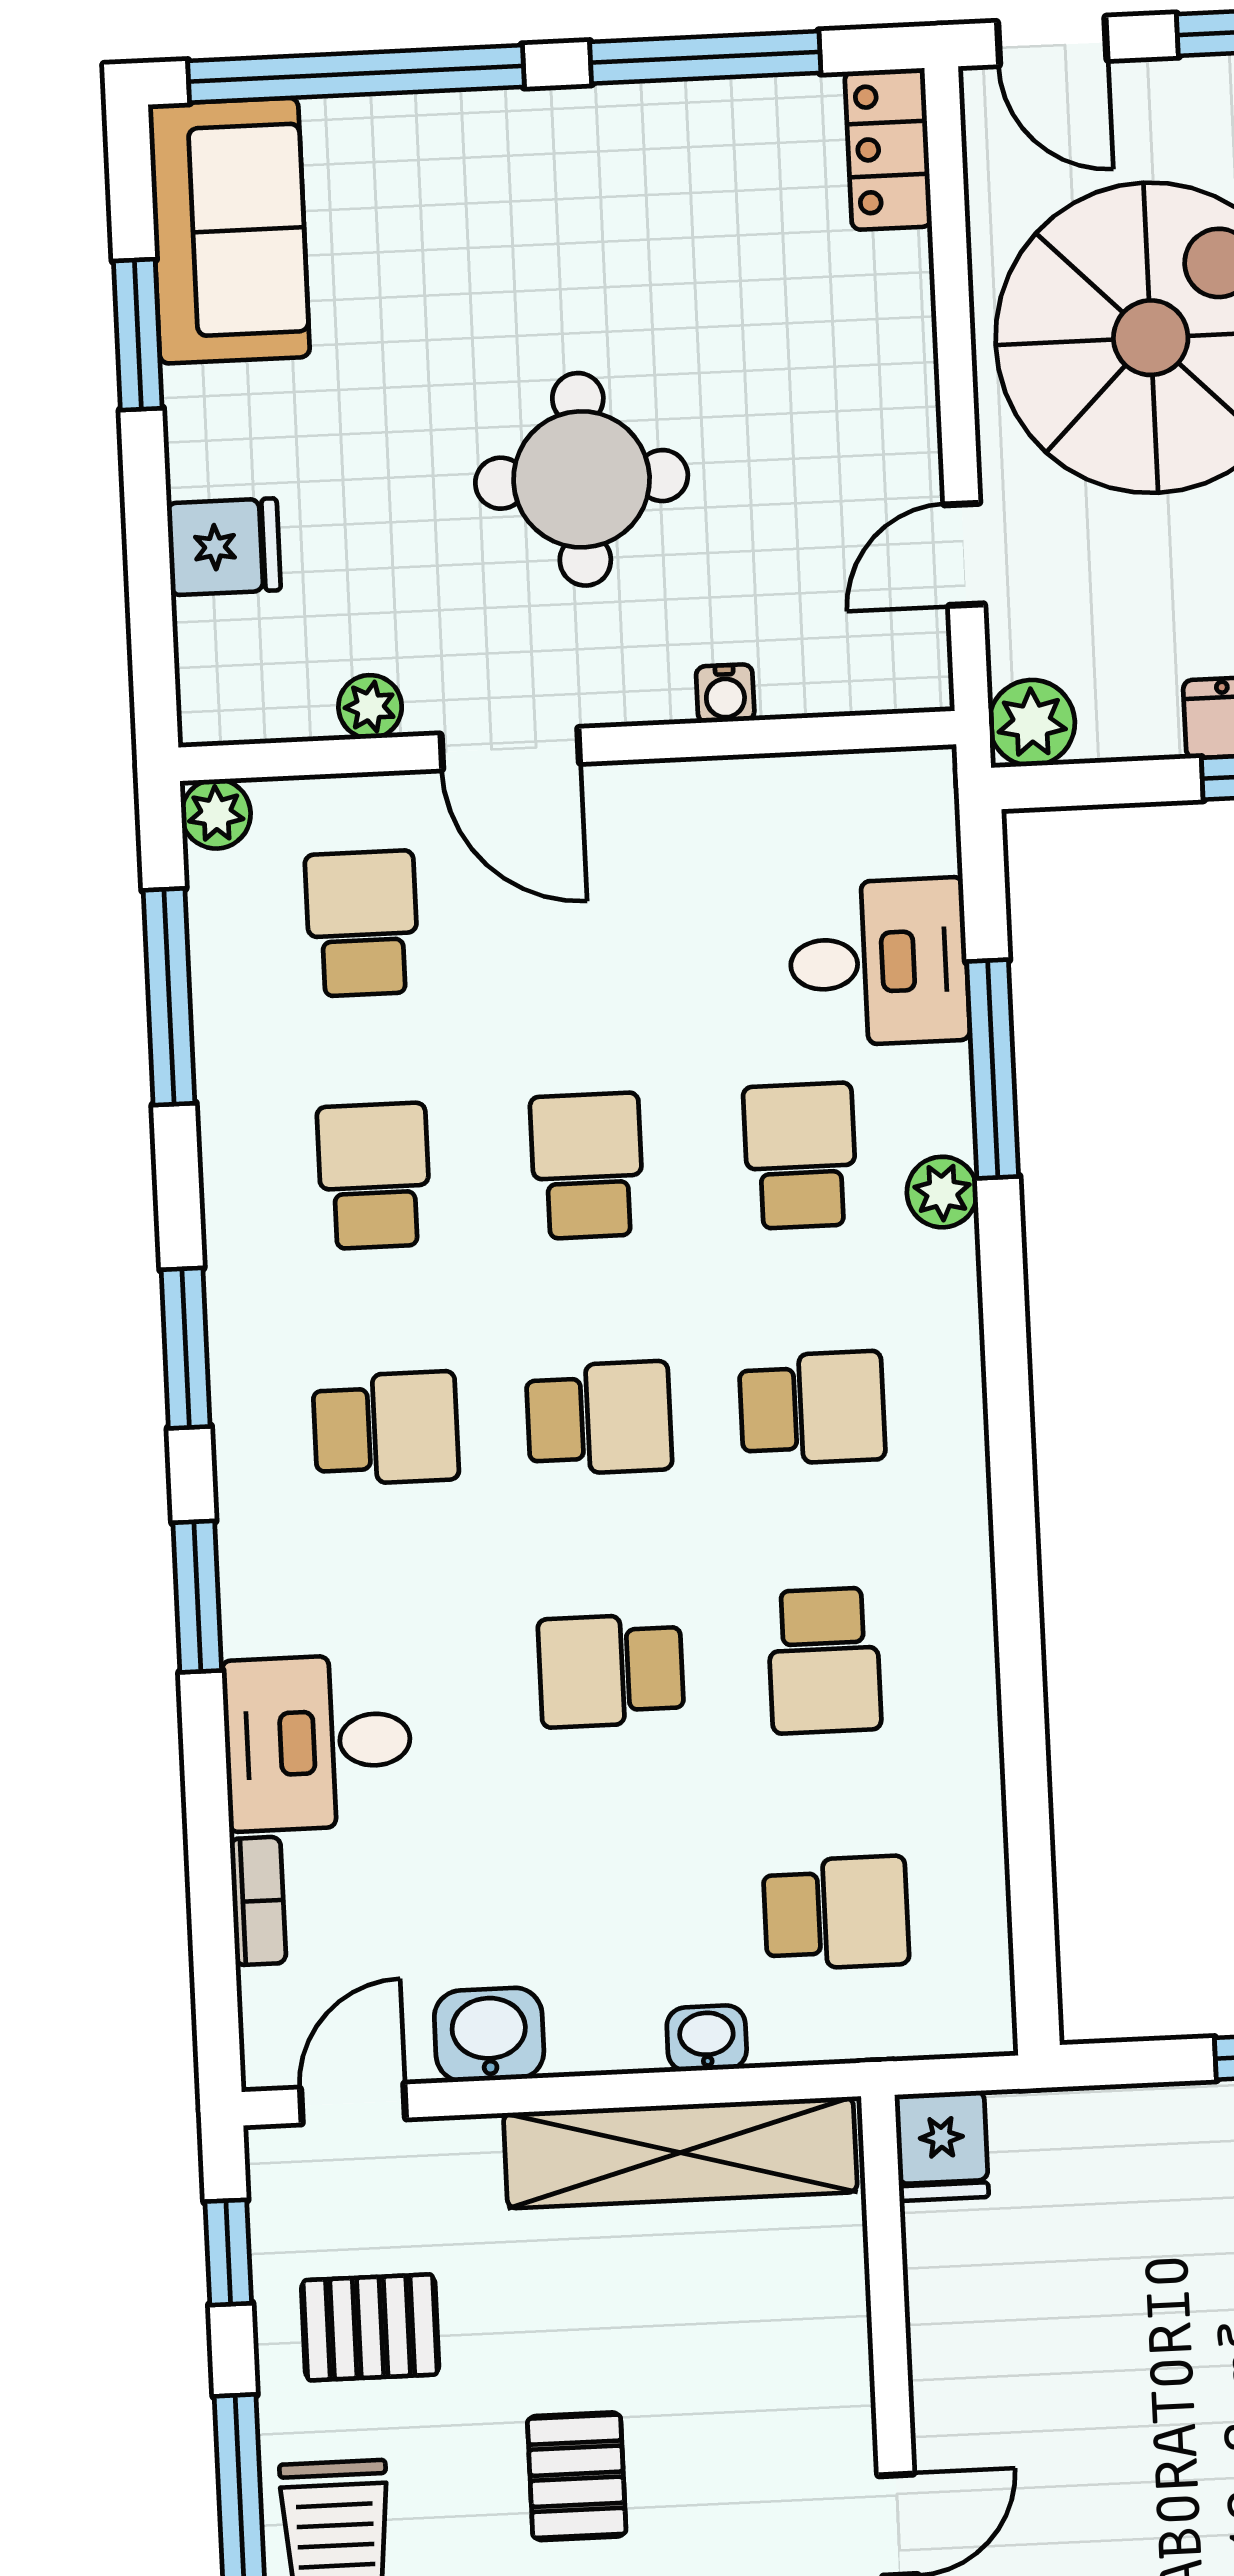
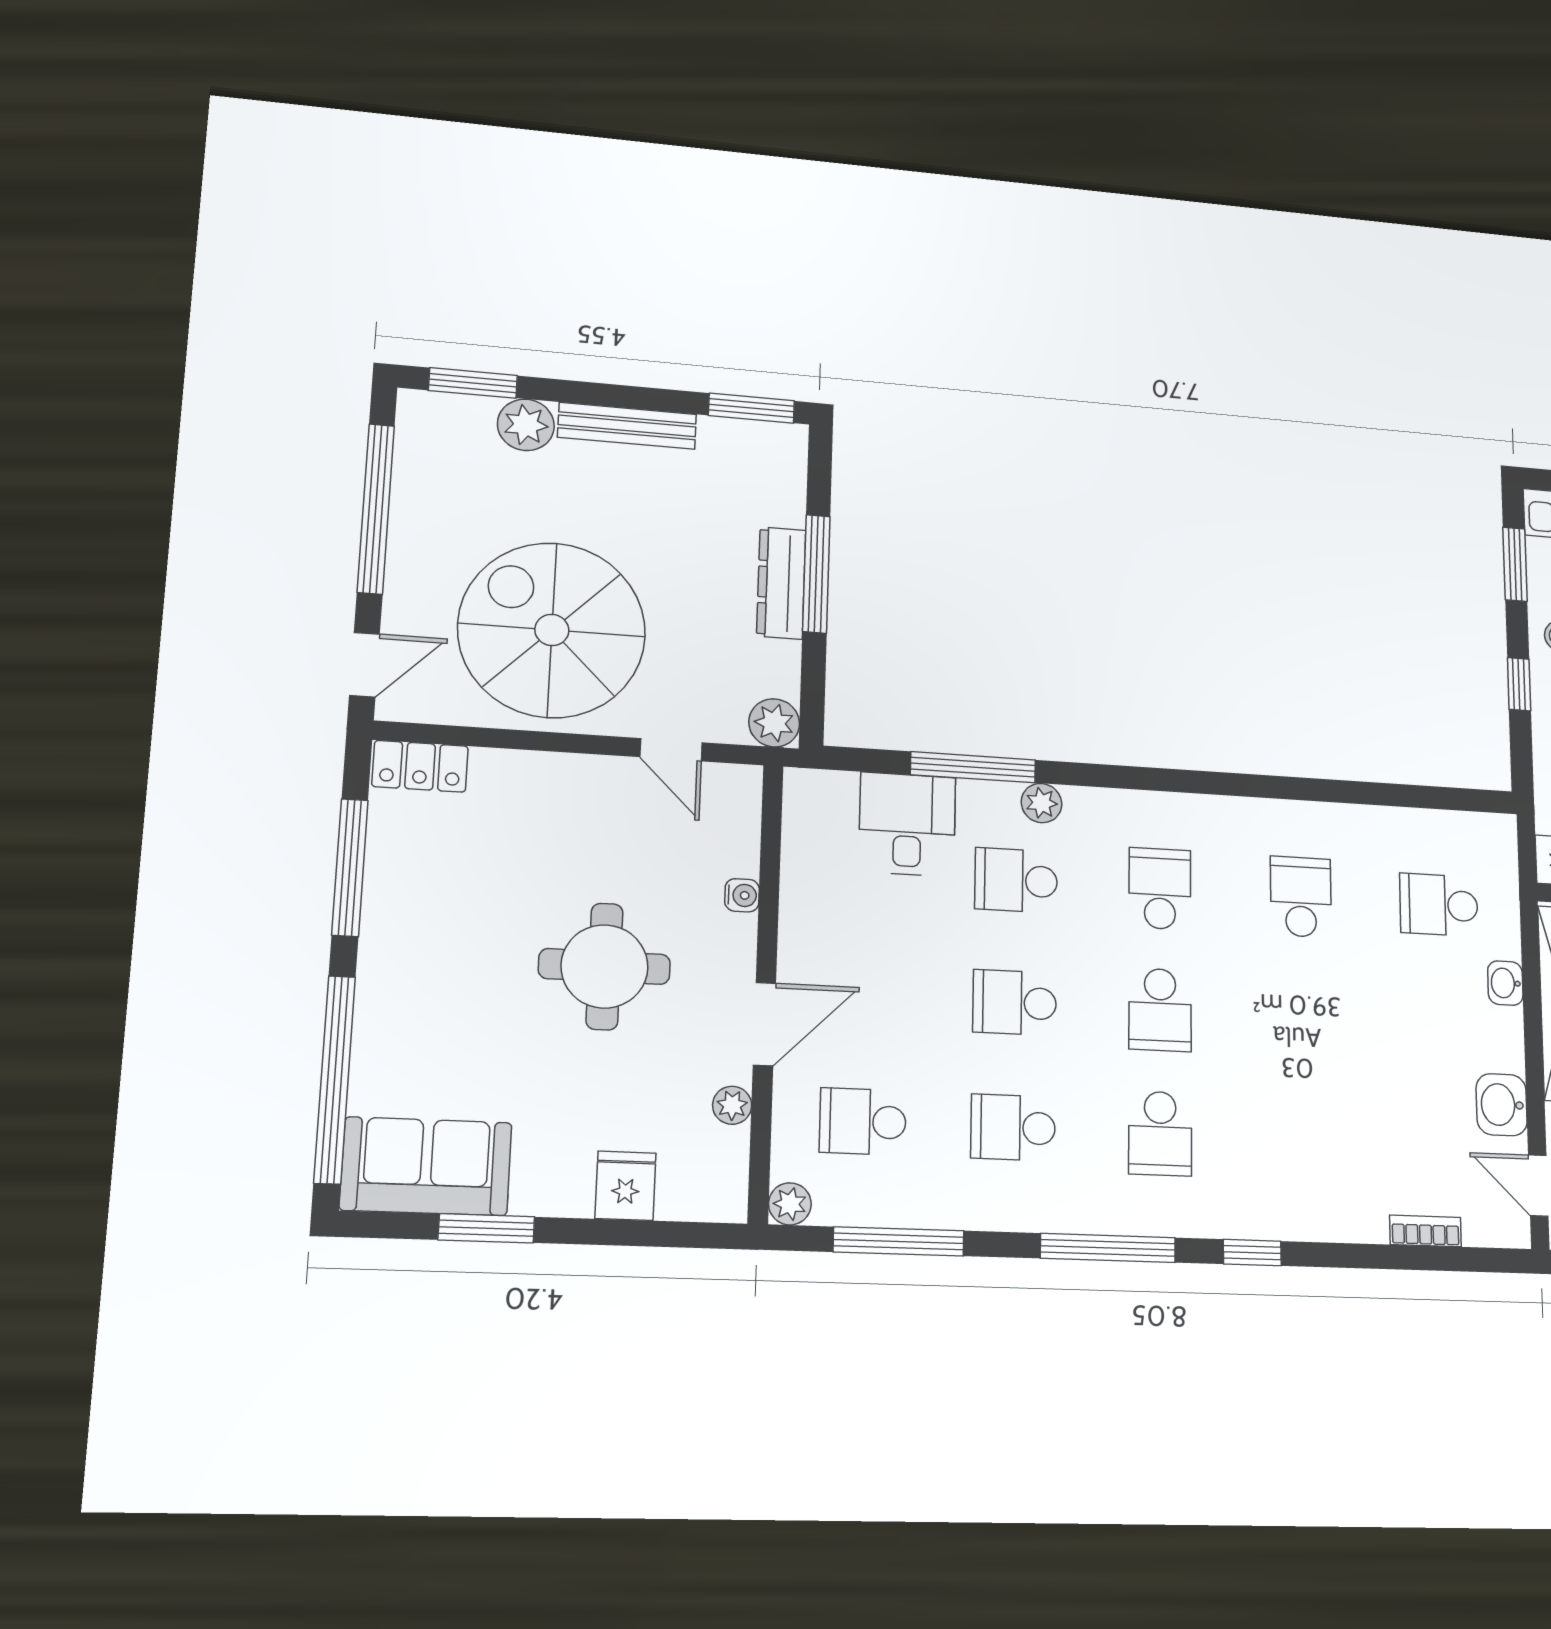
window: (186, 1348) -> (1108, 1248), width x1.44
school desk: (599, 1418) -> (1160, 1010), turned 180
school desk: (386, 1428) -> (1160, 1133), turned 180
window: (197, 1597) -> (1252, 1253), width x0.67
school desk: (824, 1660) -> (1301, 897), turned -90
school desk: (611, 1671) -> (1302, 1017), removed
desk: (318, 1742) -> (1337, 1189), removed
school desk: (836, 1913) -> (1439, 905), turned -90

